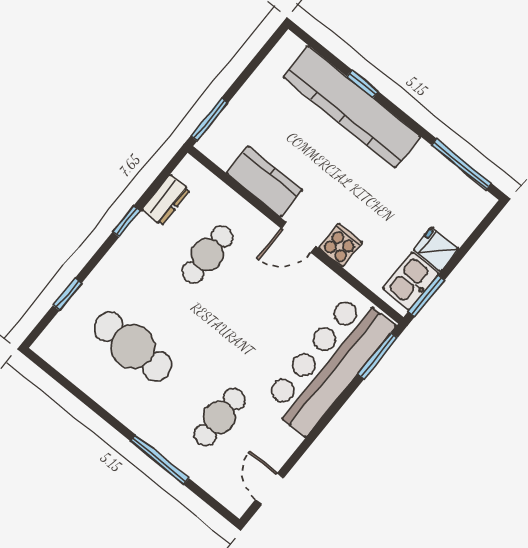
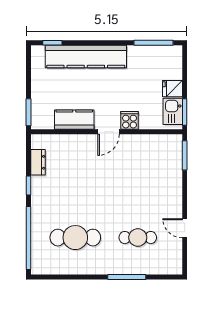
window: (363, 84) -> (52, 43), moved
cafe table: (207, 255) -> (75, 171), removed
window: (67, 294) -> (28, 238), width x3.17
bar counter: (328, 364) -> (166, 176), removed
cafe table: (220, 417) -> (138, 238), turned 90
door: (270, 489) -> (185, 228), moved

